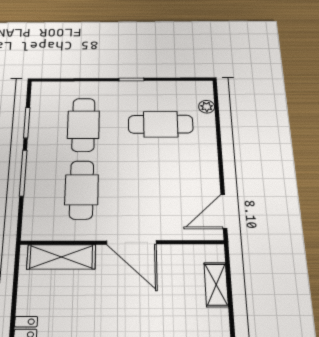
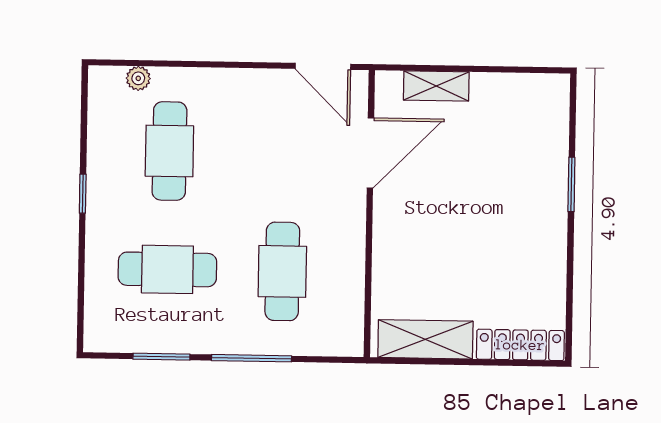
cafe table: (82, 190) -> (282, 271), turned 90
door: (131, 242) -> (370, 153), moved
shelving: (61, 257) -> (425, 339), moved, turned 90

